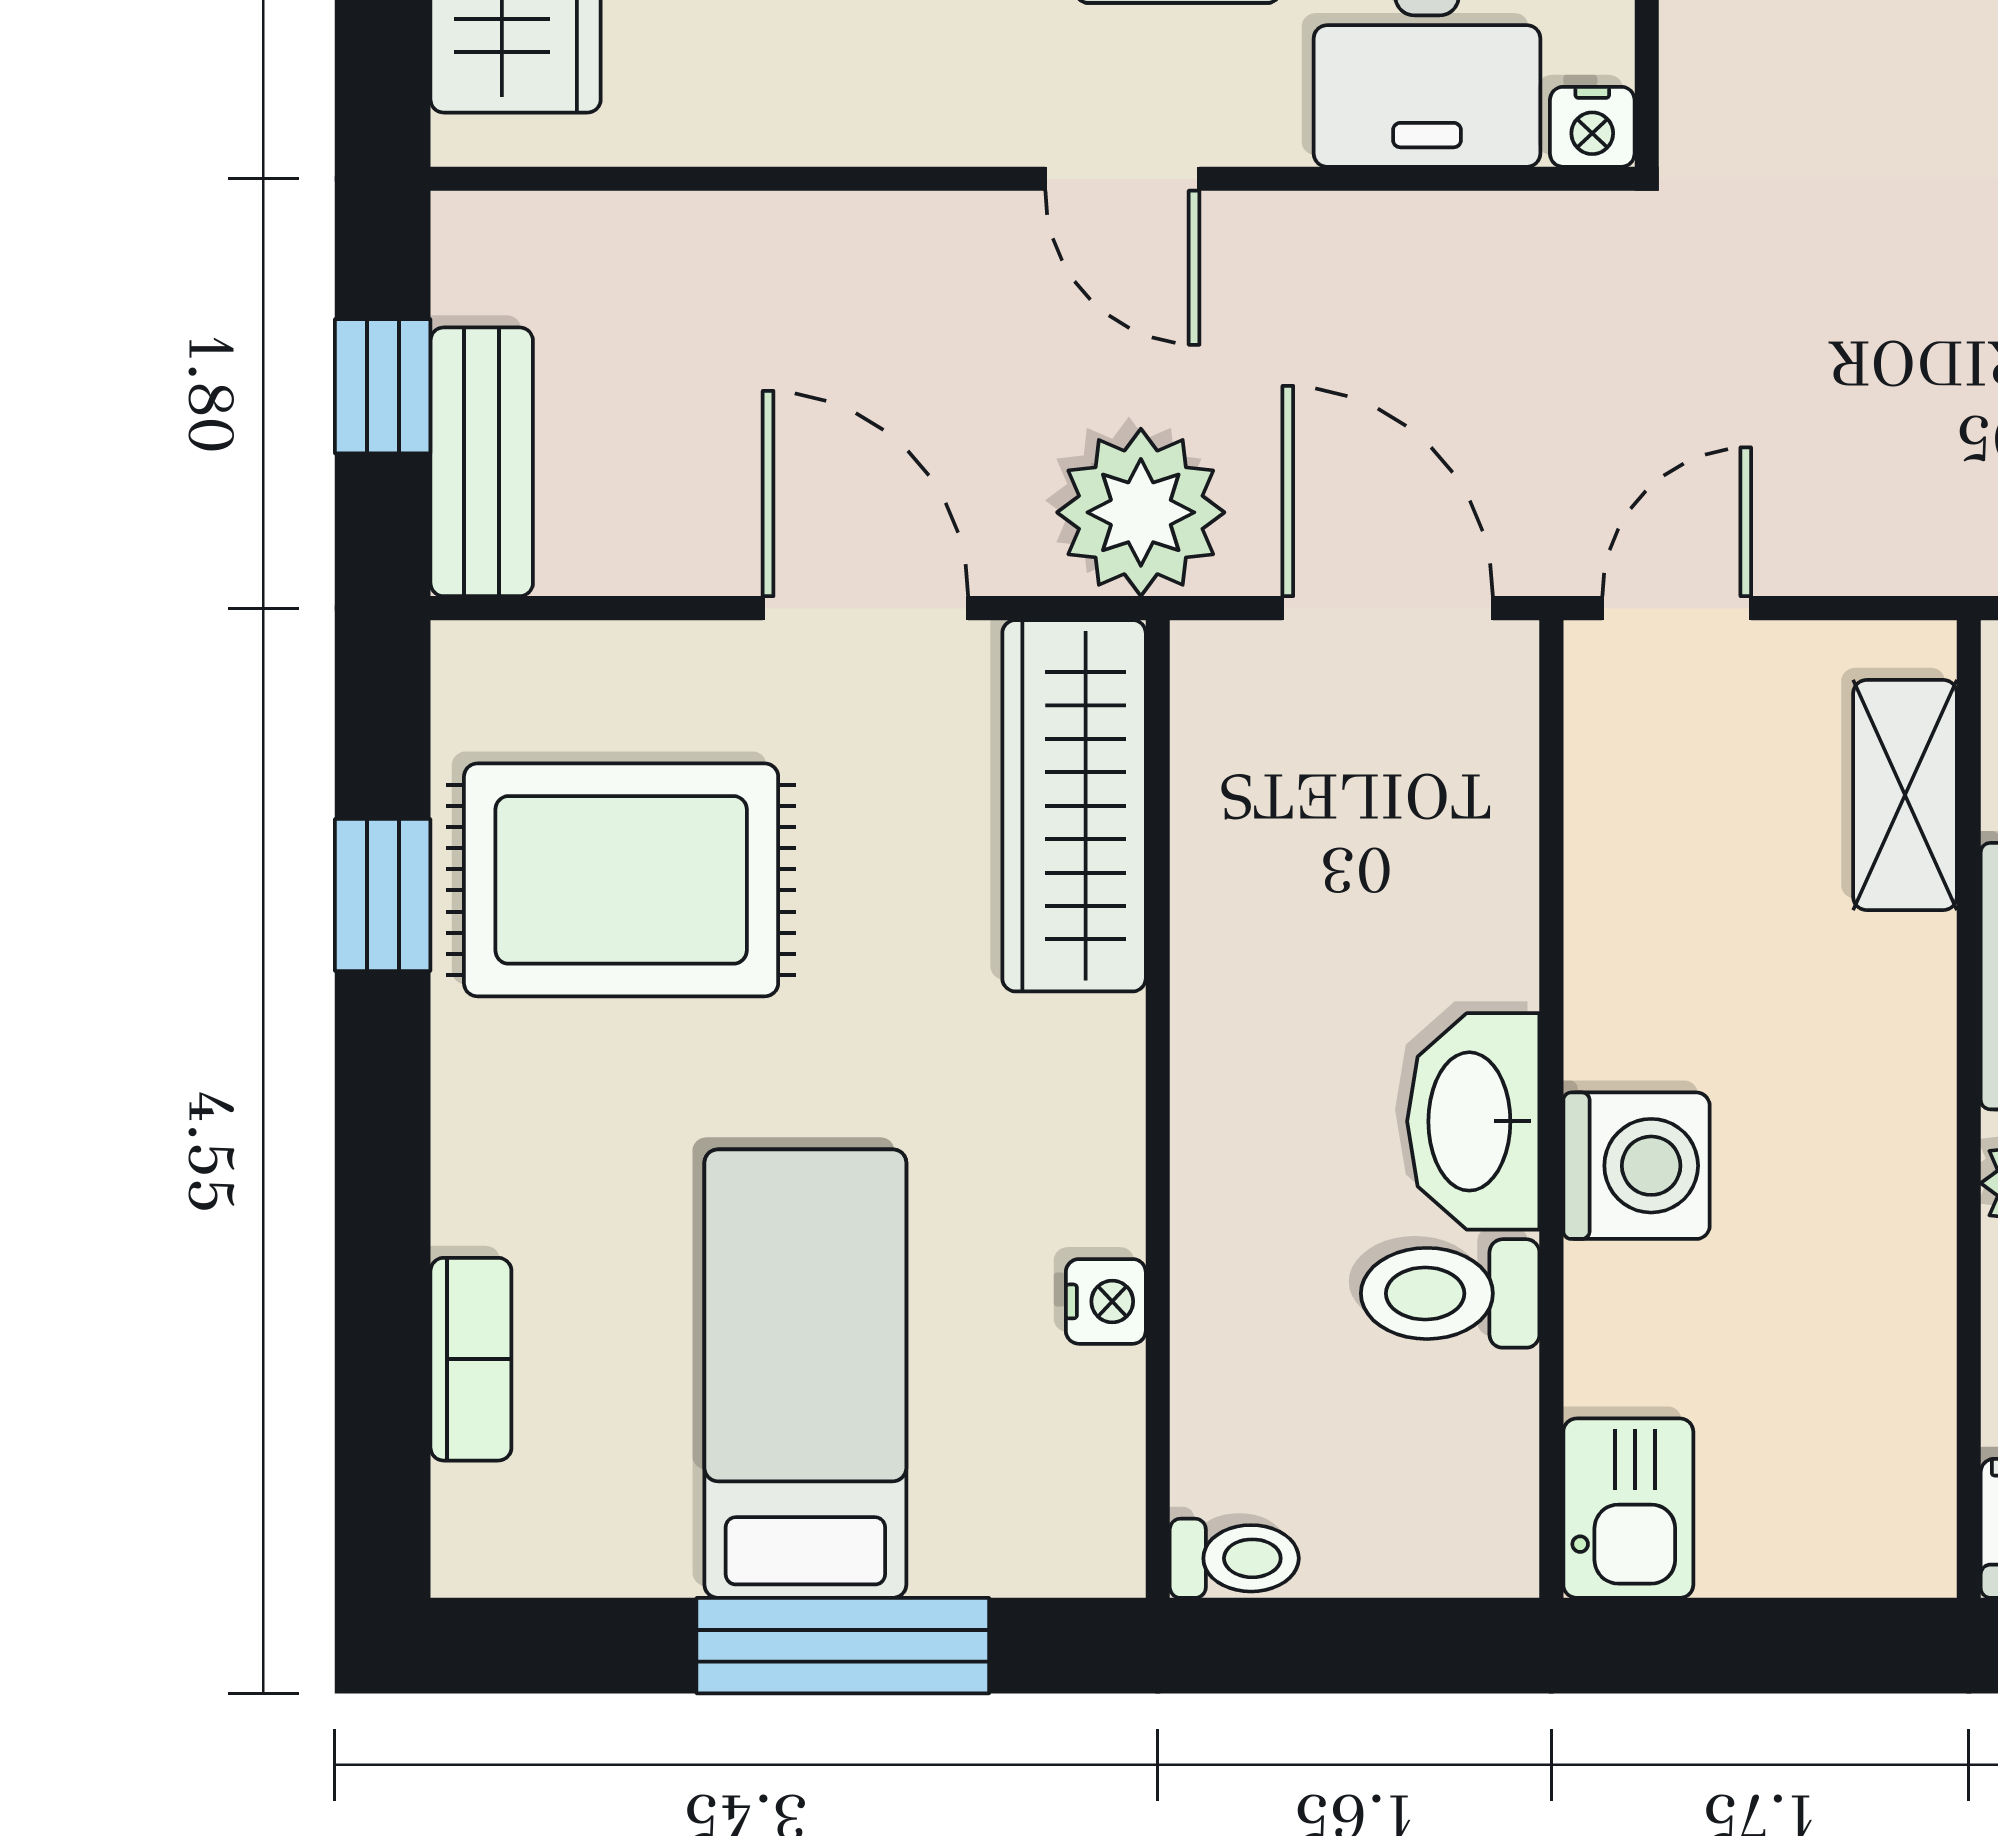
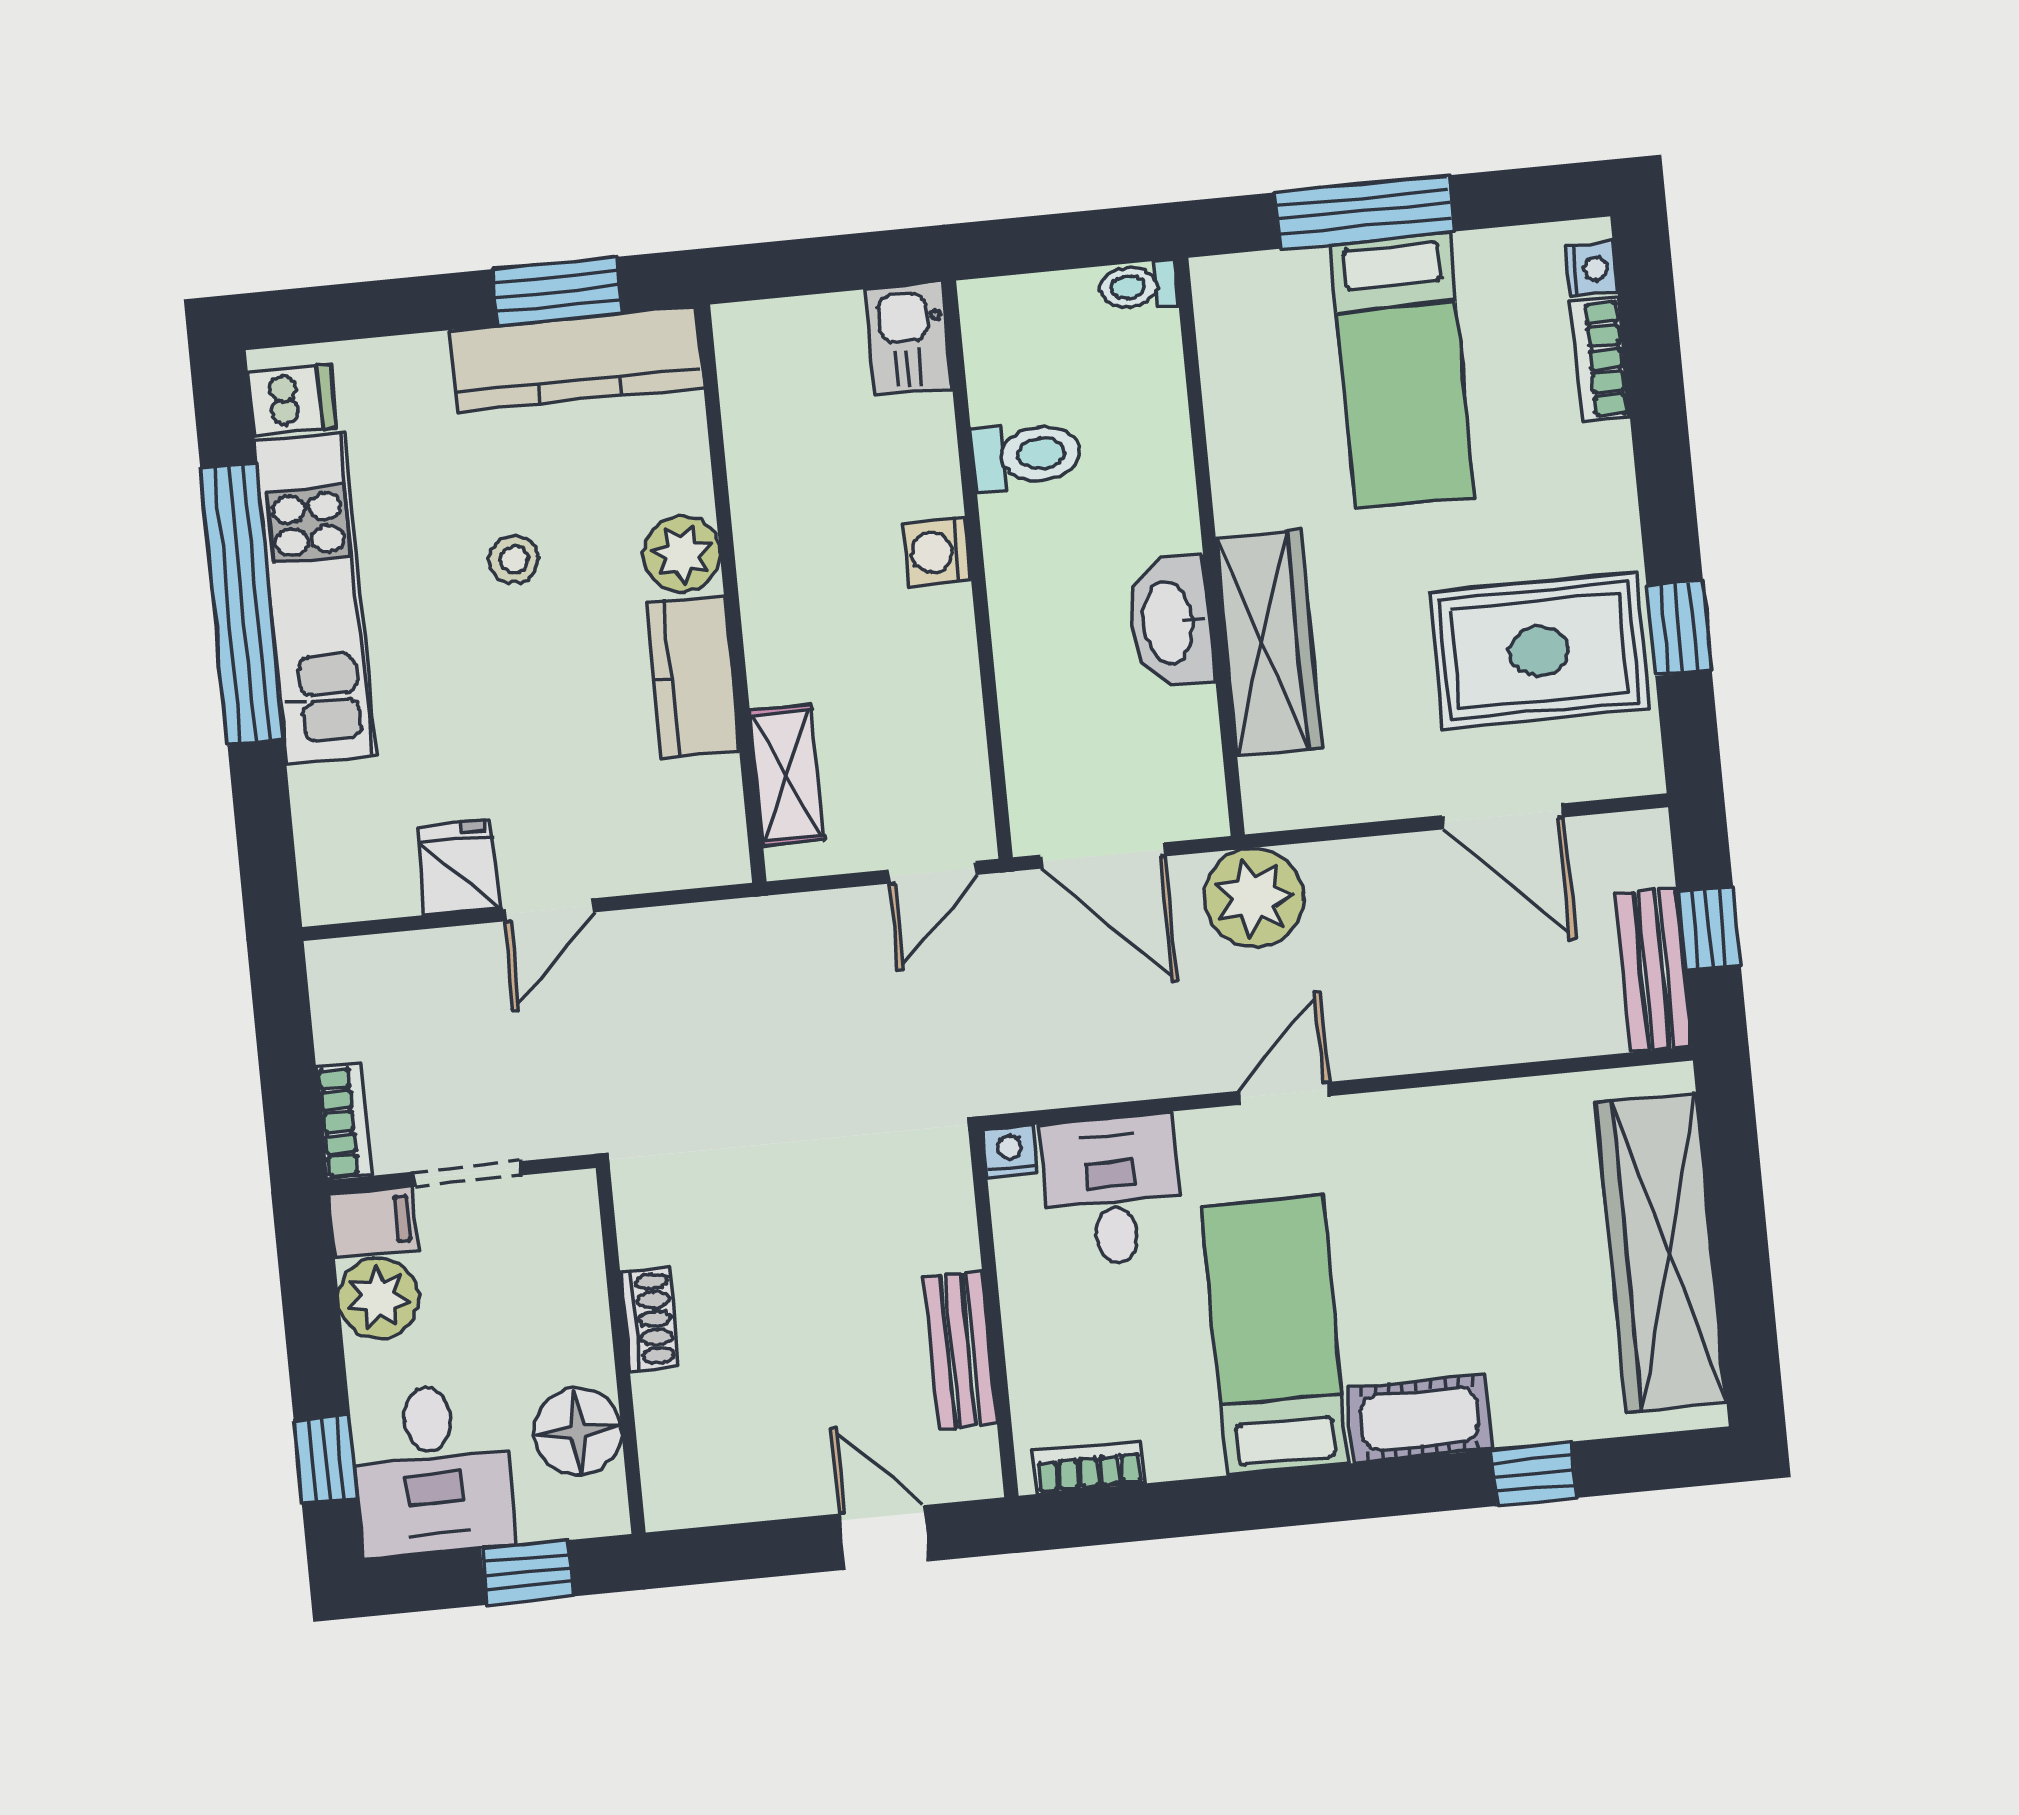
door: (1122, 179) -> (1284, 1093), hinge flipped
bench: (482, 462) -> (1654, 970), moved
door: (865, 608) -> (1503, 816), moved
wardrobe: (1074, 806) -> (1269, 643), moved
washbasin: (1473, 1121) -> (1170, 622), moved, turned 180
washing machine: (1636, 1166) -> (937, 552), width x0.73, depth x0.73
nightstand: (1106, 1301) -> (1592, 269), moved, turned 180

